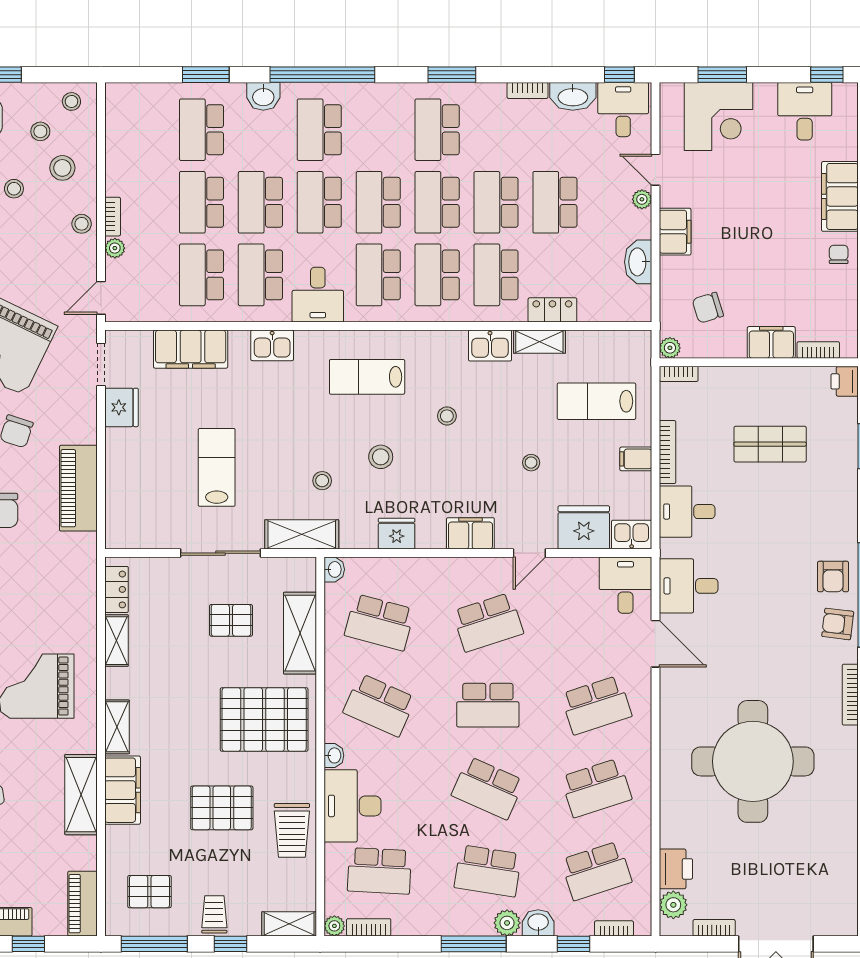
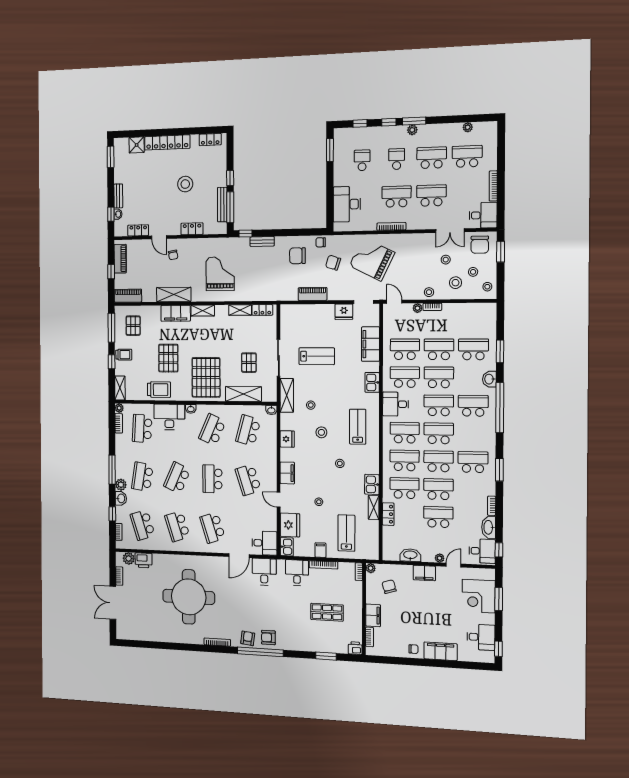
shop shelf: (770, 444) -> (327, 612), turned 90
piano: (78, 488) -> (313, 294), width x0.73, depth x0.75
trolley: (292, 830) -> (159, 390), turned 180

